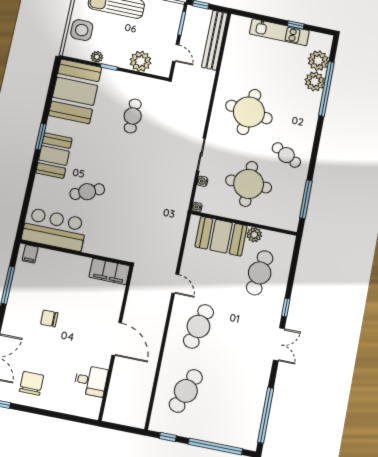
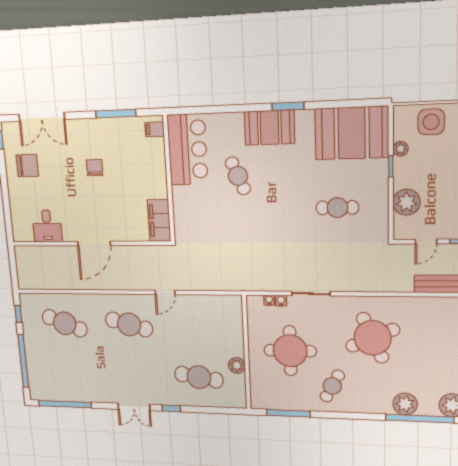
plant: (315, 81) -> (405, 404), moved
round table: (249, 112) -> (373, 338), turned -32
water cooler: (197, 207) -> (269, 300), moved
booth: (221, 236) -> (226, 331), removed

